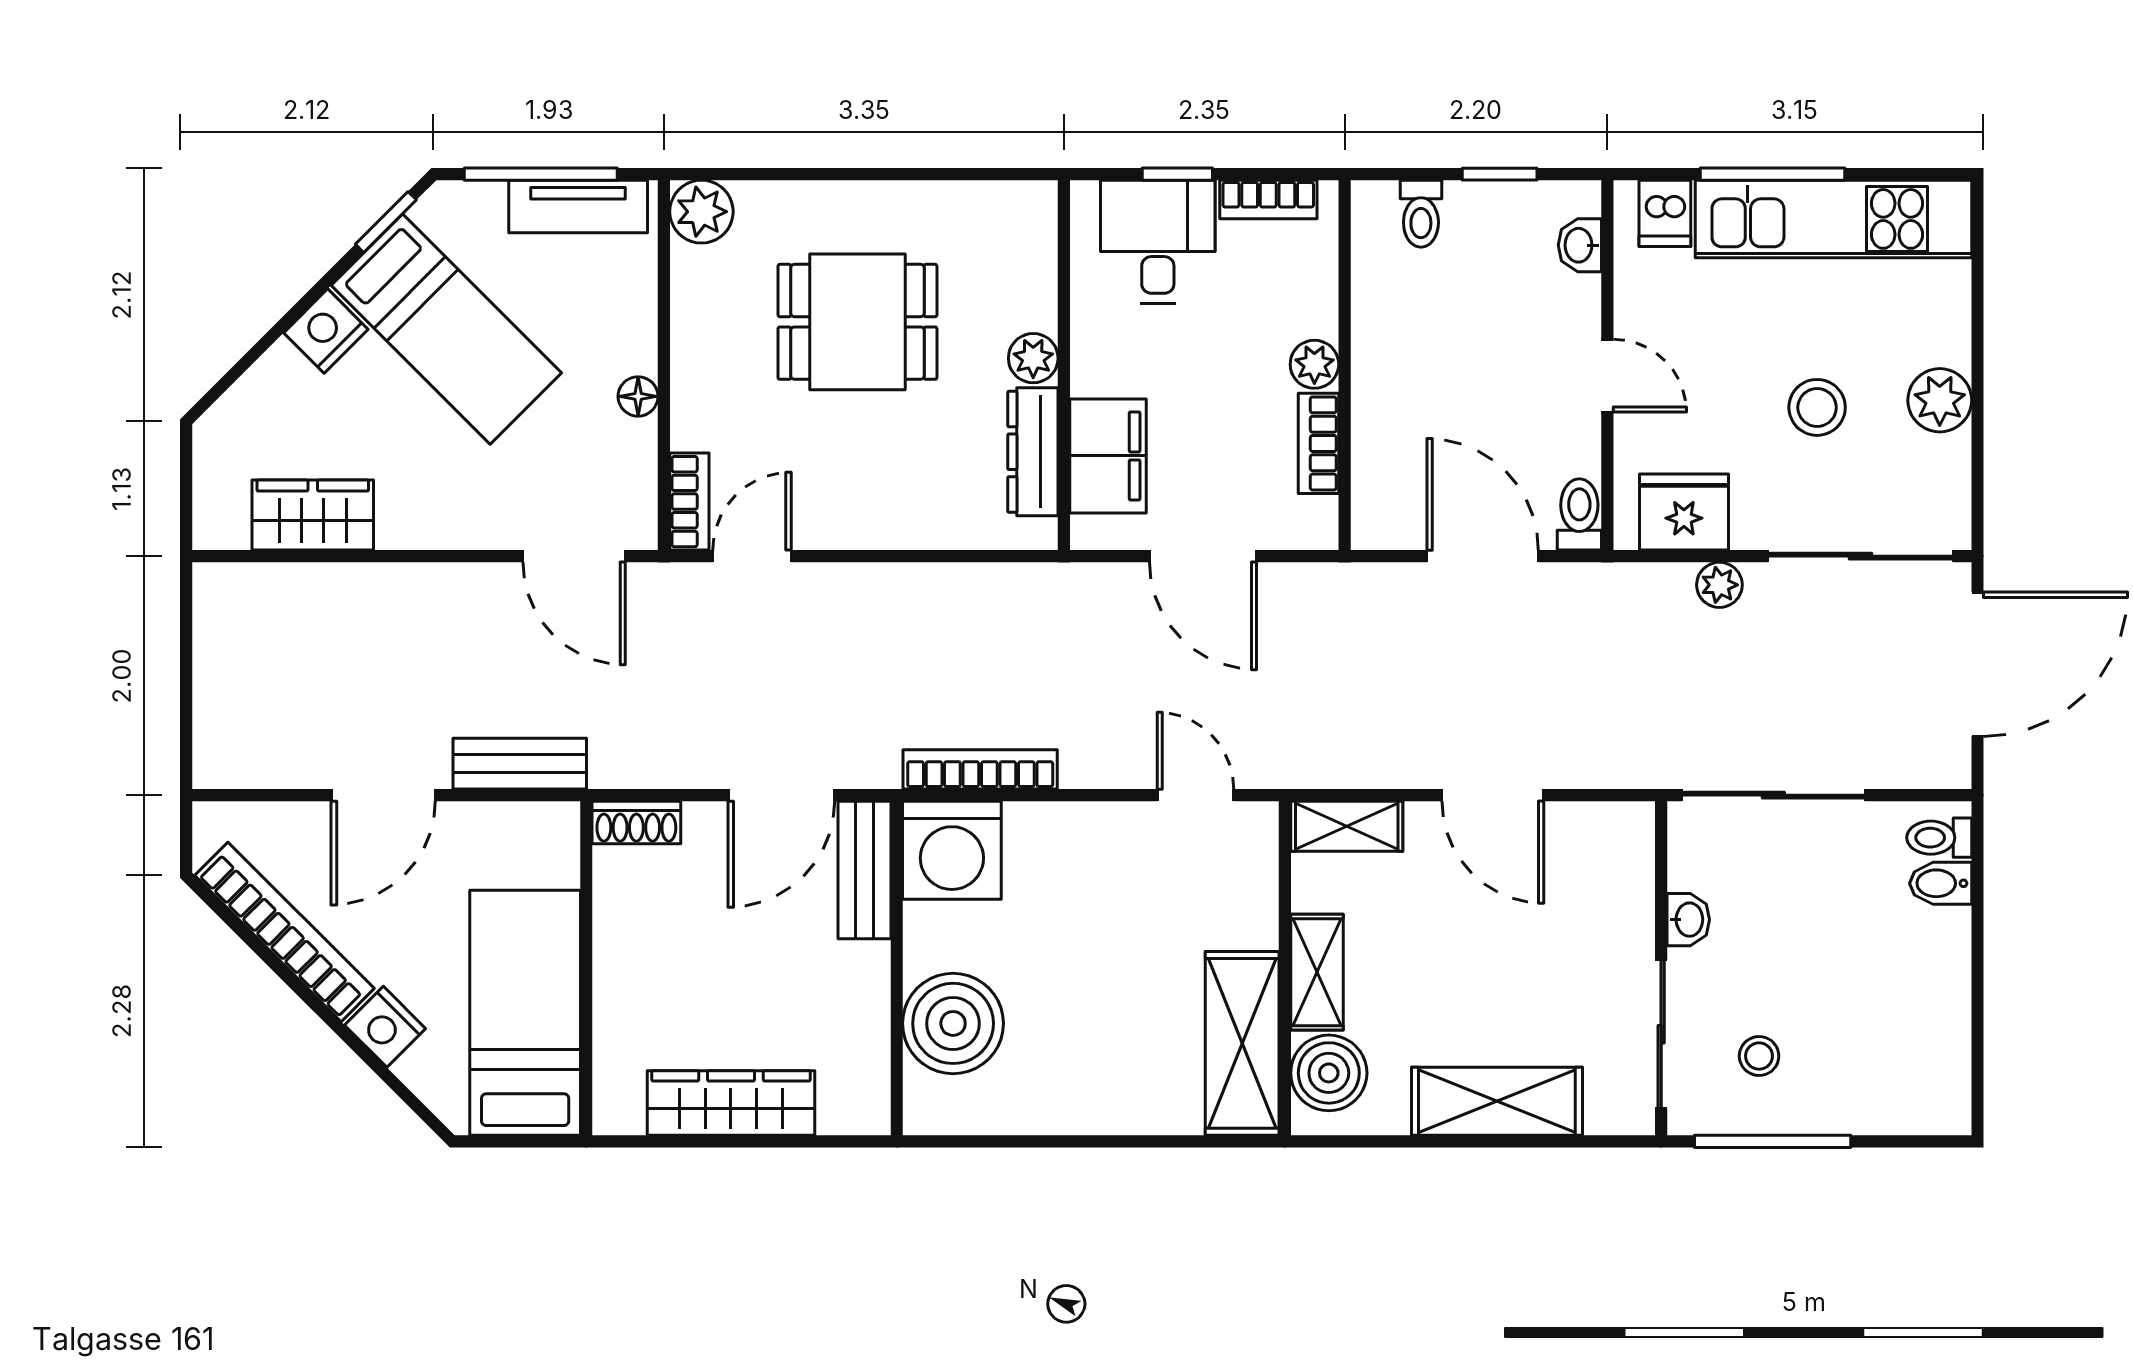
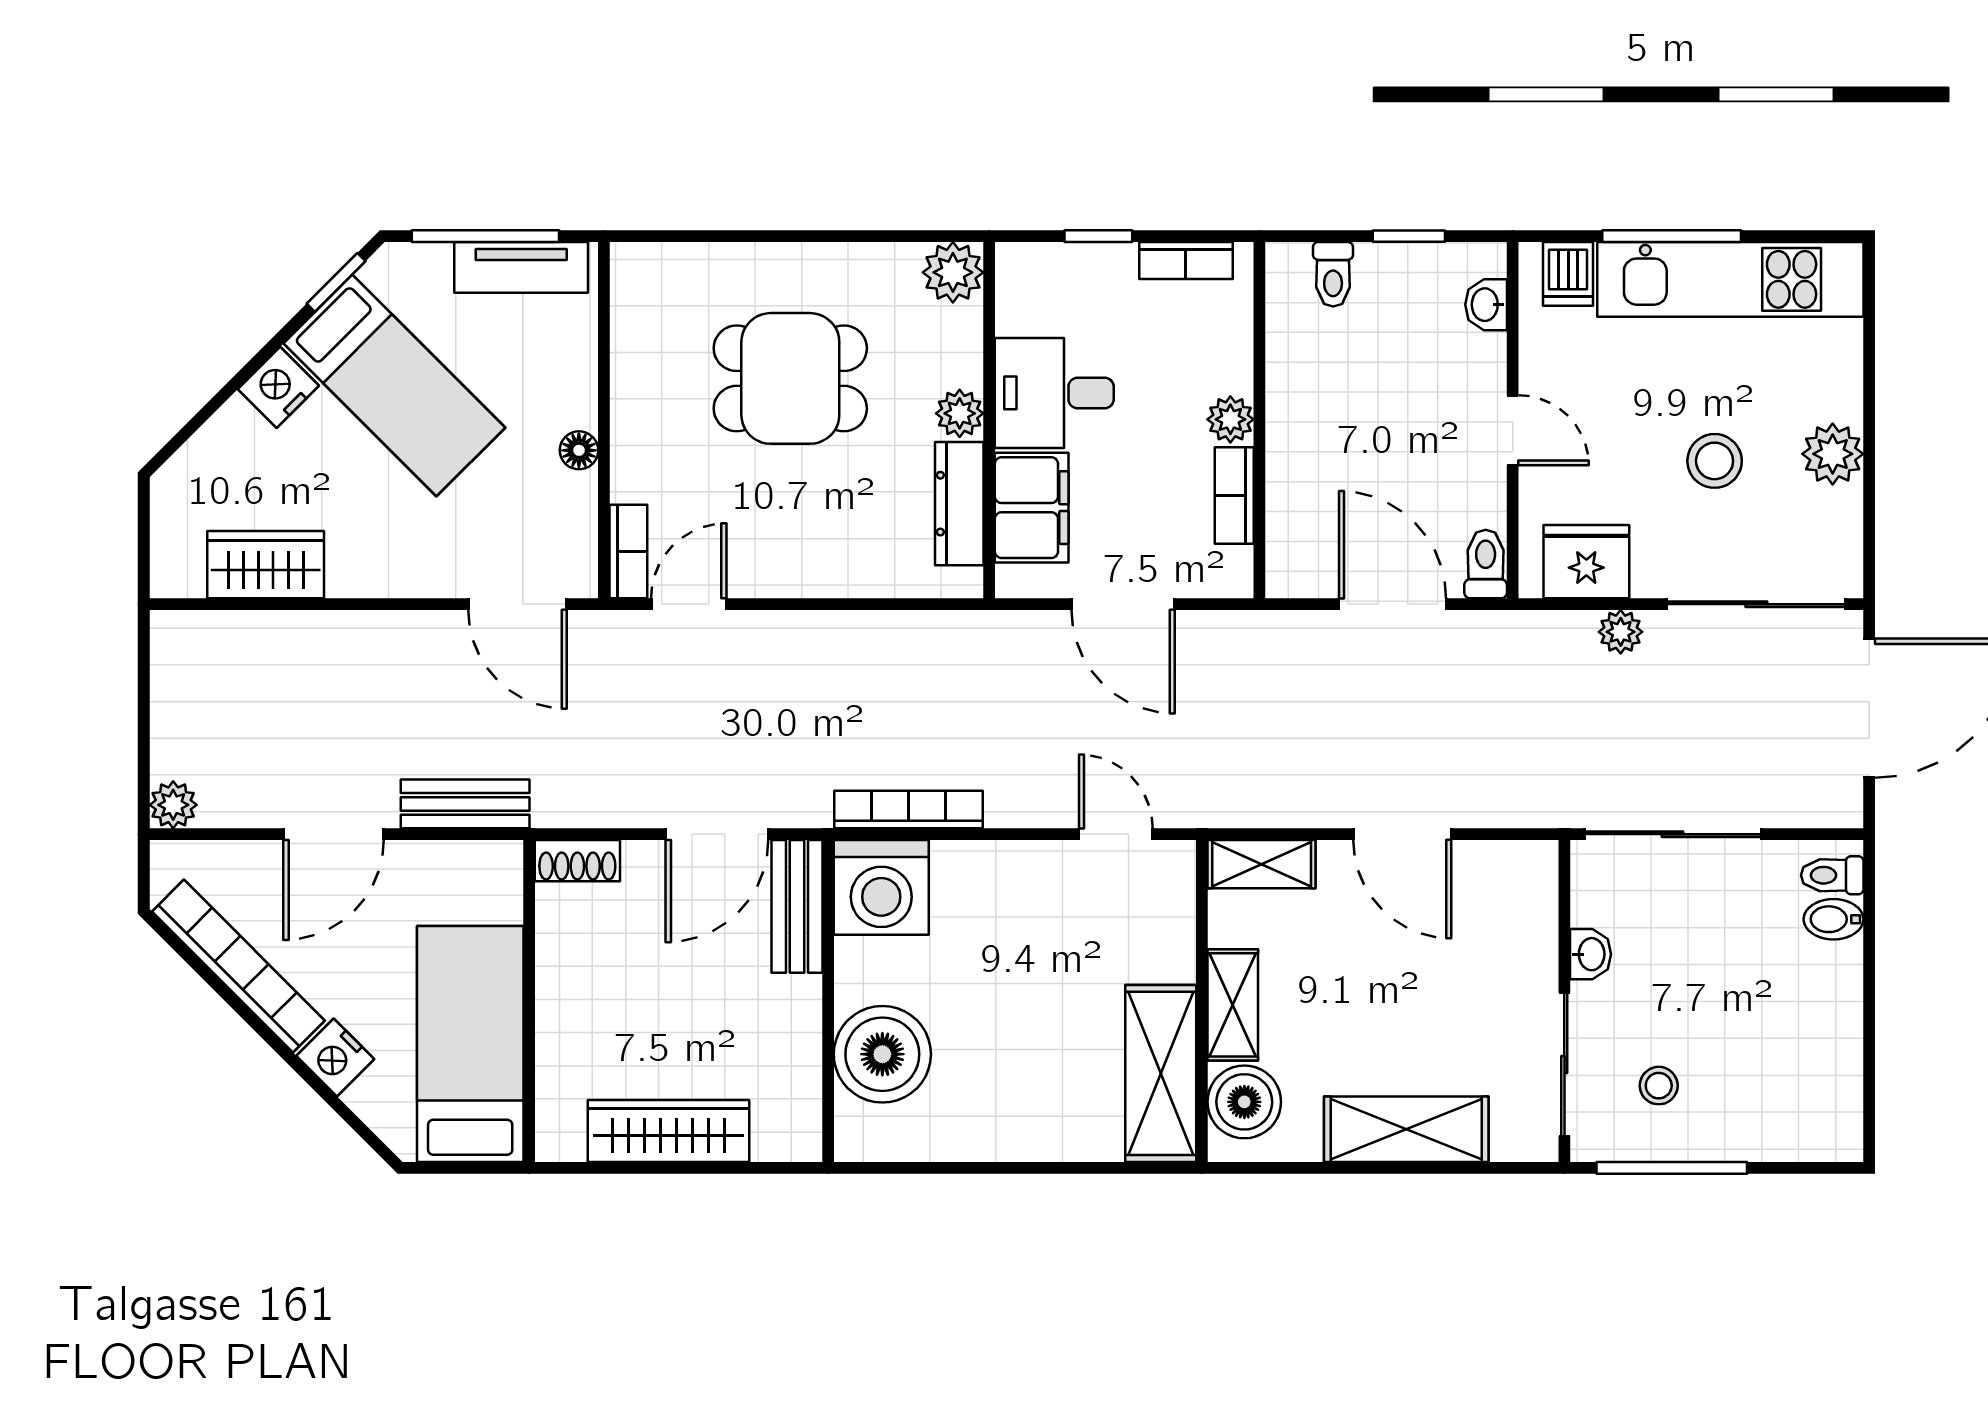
plant: (701, 212) -> (953, 272), moved
desk: (1158, 242) -> (1054, 393), moved, turned -90
plant: (217, 765) -> (173, 805), added

